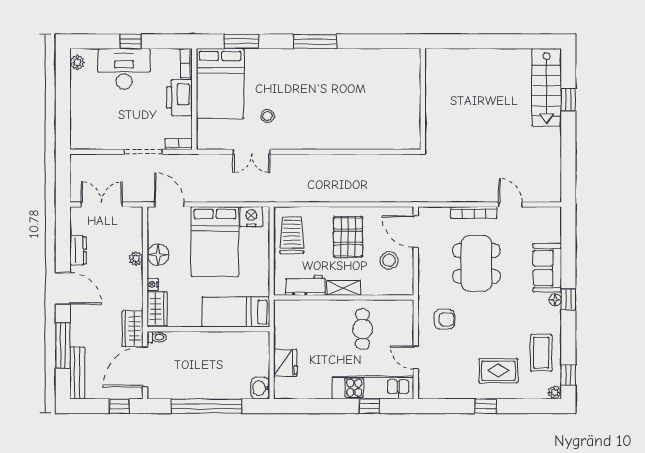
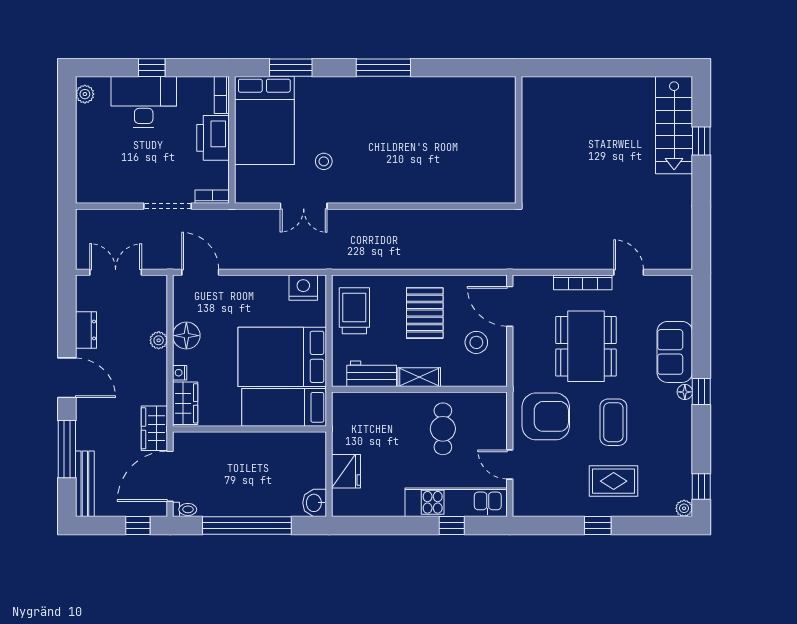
bed: (215, 242) -> (282, 357), moved, turned 90
armchair: (444, 319) -> (546, 416), width x1.88, depth x1.88
toilet: (157, 337) -> (185, 509), moved
coffee table: (541, 353) -> (613, 422), moved

